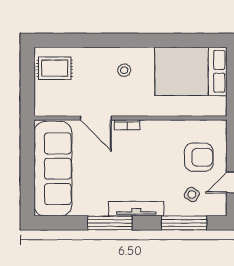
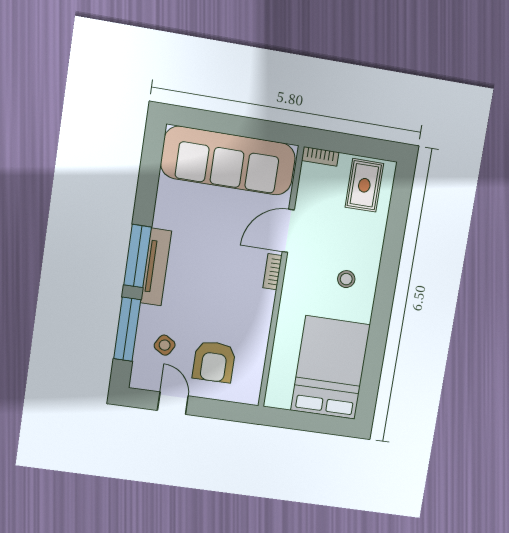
bookcase: (39, 103) -> (320, 156), added
window: (110, 223) -> (138, 256), moved

